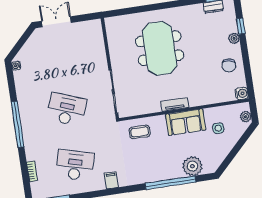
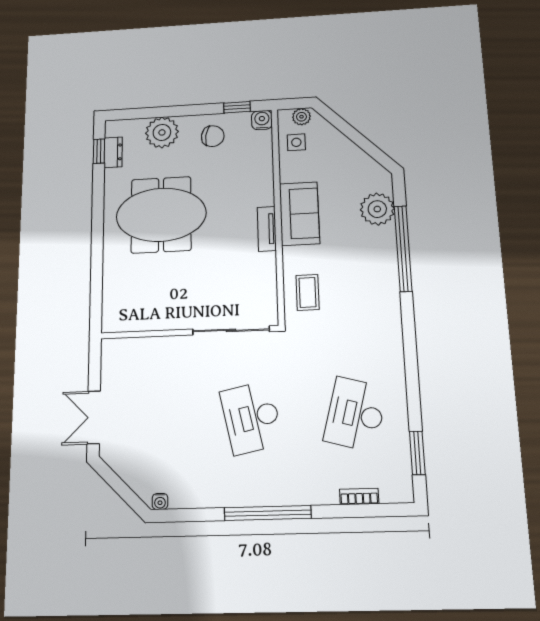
window: (241, 26) -> (237, 107), moved
plant: (234, 38) -> (162, 132), width x1.88, depth x1.88
meeting table: (160, 48) -> (161, 215), moved
desk: (67, 109) -> (252, 418), turned -33
side table: (218, 128) -> (296, 142), moved
filing cabinet: (111, 180) -> (390, 351), removed

